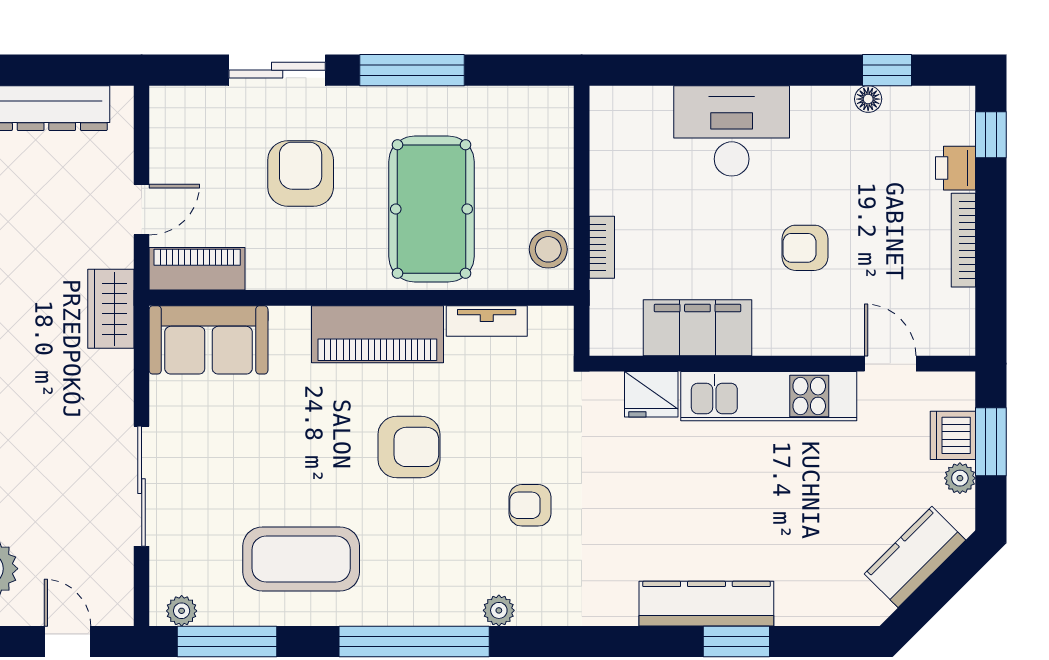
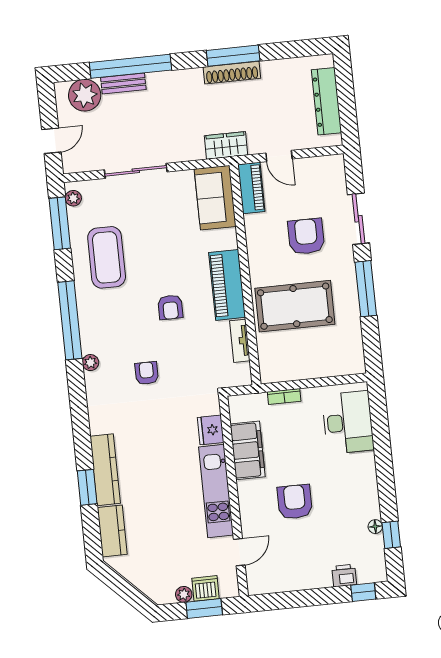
desk: (732, 131) -> (348, 422), moved
armchair: (301, 174) -> (306, 236), turned -90
bookcase: (963, 240) -> (307, 583), removed
armchair: (805, 248) -> (295, 502), width x1.38, depth x1.38
stool: (548, 249) -> (280, 369), removed
armchair: (409, 447) -> (170, 307), width x0.72, depth x0.72
kitchen counter: (915, 557) -> (112, 531), moved, turned 45

